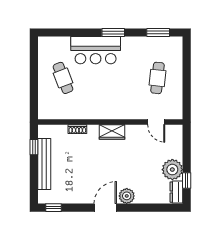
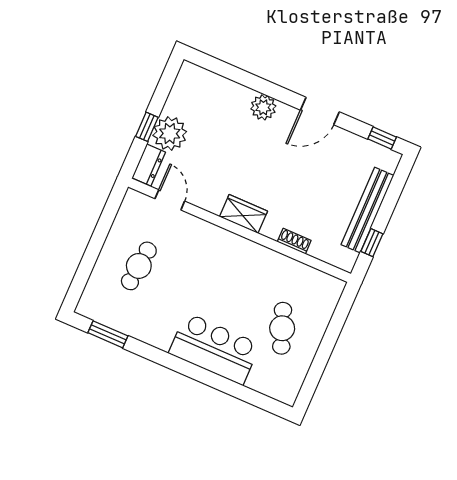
window: (113, 33) -> (176, 364), removed
plant: (172, 170) -> (170, 134), moved
window: (187, 180) -> (147, 127), moved
dresser: (176, 192) -> (149, 165), moved
door: (105, 208) -> (320, 111), moved

